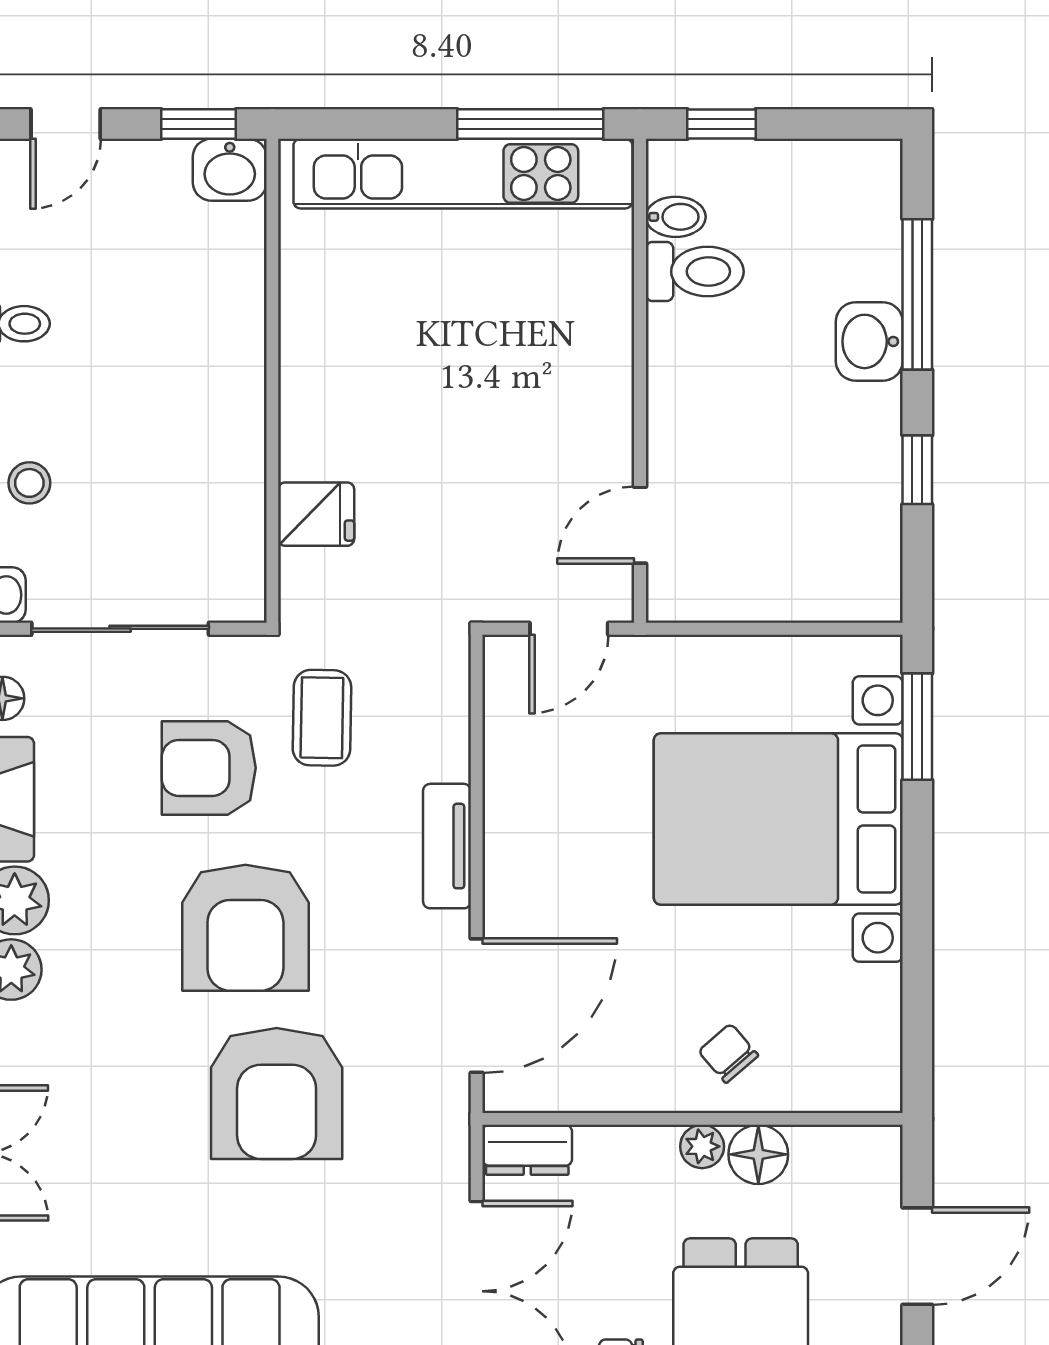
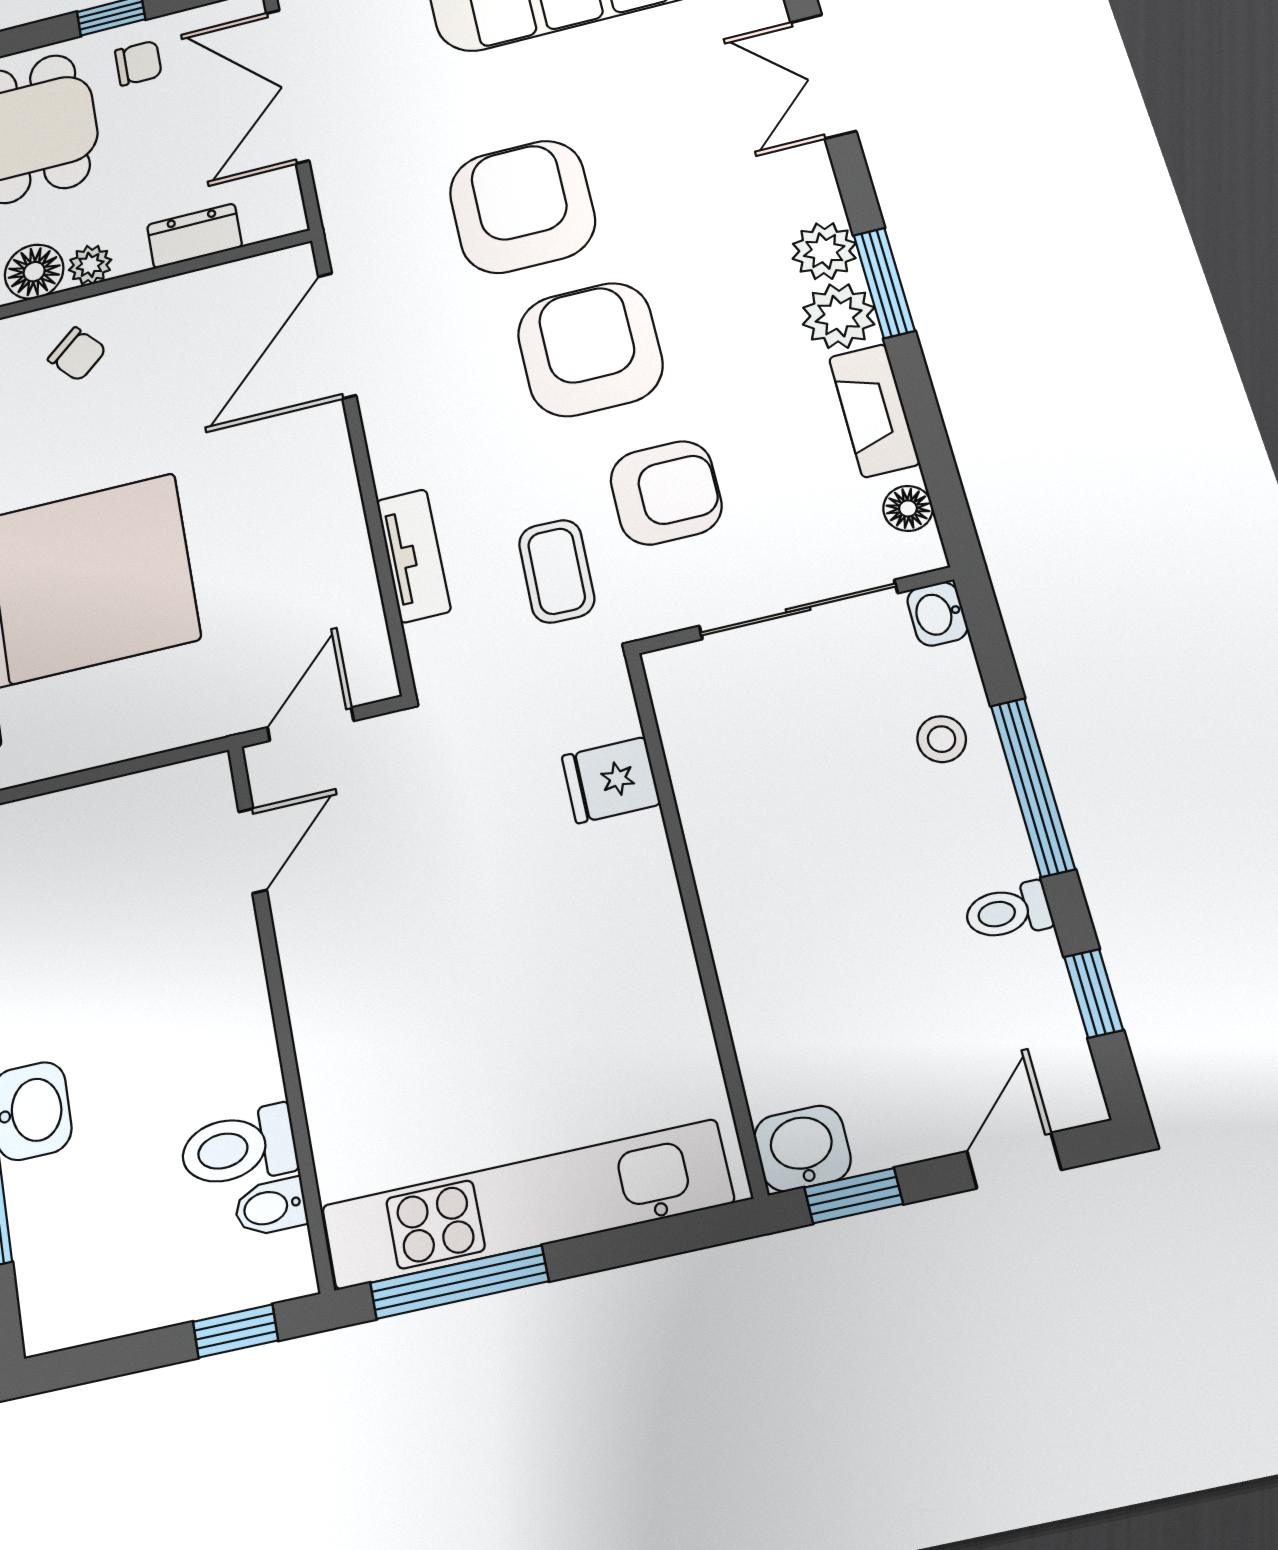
tv unit: (447, 846) -> (414, 556), moved
dresser: (527, 1150) -> (194, 236), moved

